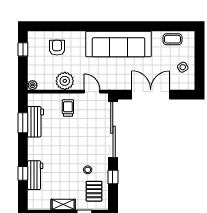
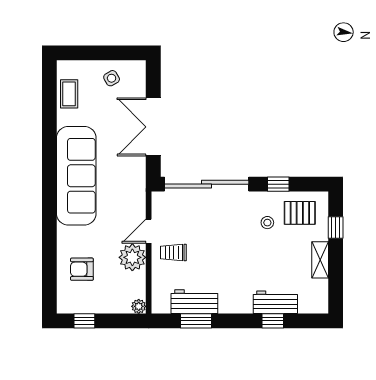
door: (92, 92) -> (149, 231), moved

